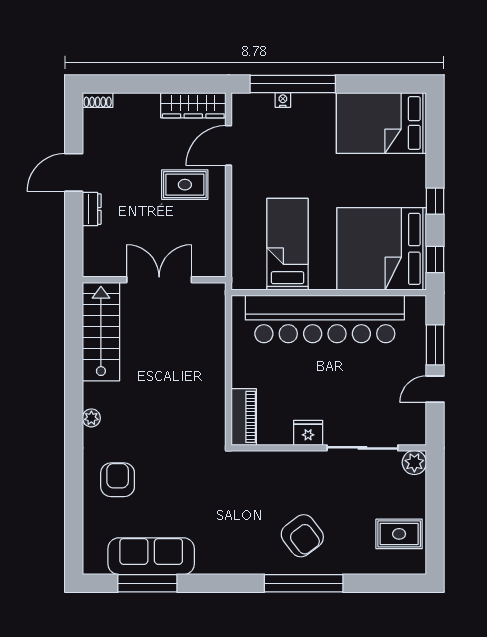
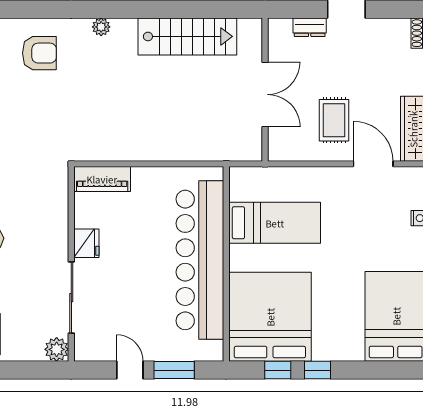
window: (435, 259) -> (278, 370), moved
wall: (154, 280) -> (265, 90), moved
double door: (159, 280) -> (265, 94), moved

